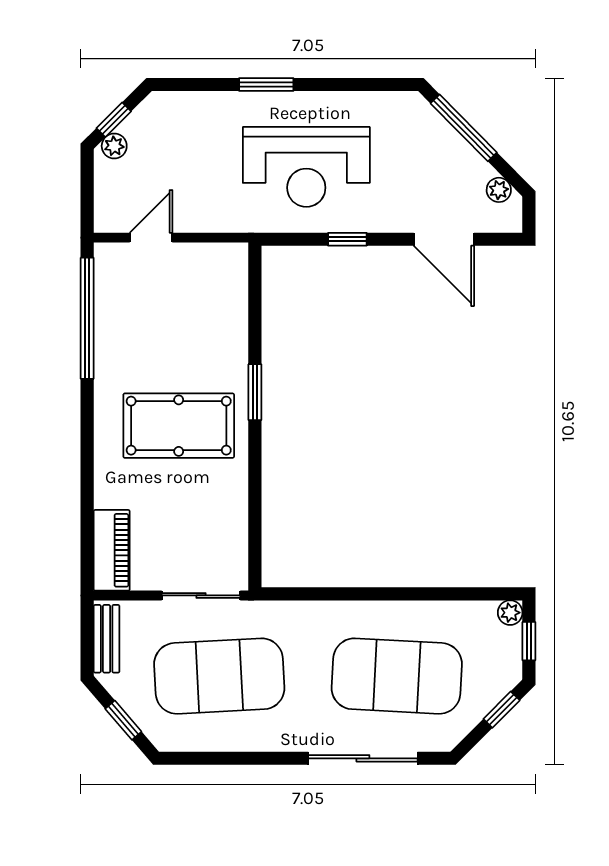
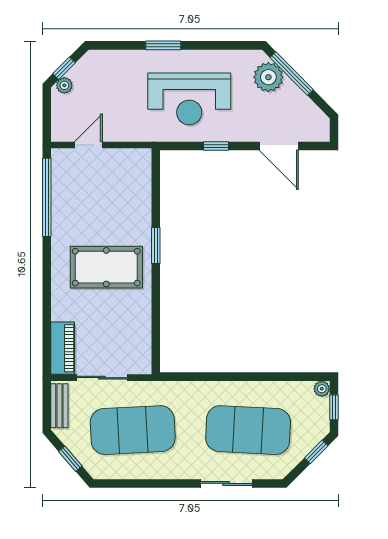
plant: (499, 190) -> (268, 77), moved, width x1.88, depth x1.88
sliding door: (201, 595) -> (102, 378), moved
sliding door: (363, 758) -> (226, 483), width x0.73

